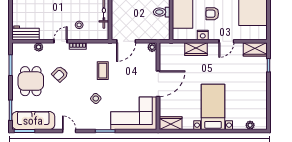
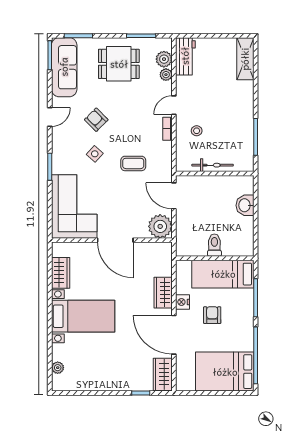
door: (61, 41) -> (174, 105), swing flipped
door: (226, 41) -> (174, 335), width x1.88
plant: (152, 47) -> (160, 226), width x1.88, depth x1.88
plant: (27, 48) -> (164, 59), added
armchair: (60, 74) -> (96, 120), moved
wardrobe: (171, 123) -> (61, 273), moved

